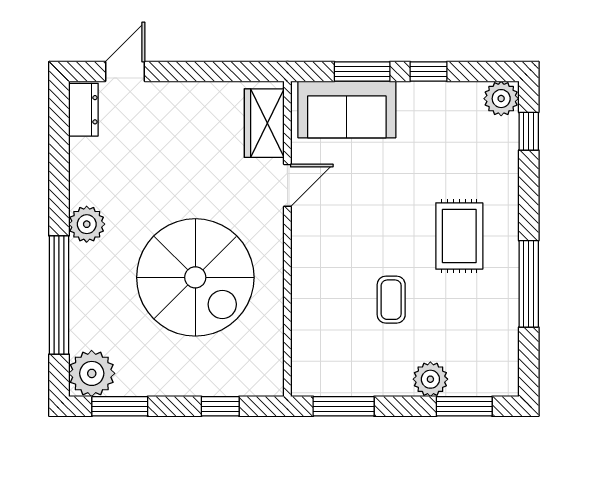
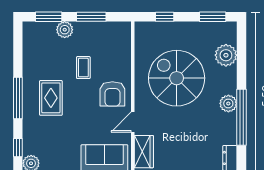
armchair: (330, 244) -> (112, 94), added
window: (529, 284) -> (18, 98), moved
window: (59, 295) -> (242, 117), moved
plant: (92, 373) -> (226, 55), moved
window: (344, 406) -> (91, 17), moved

